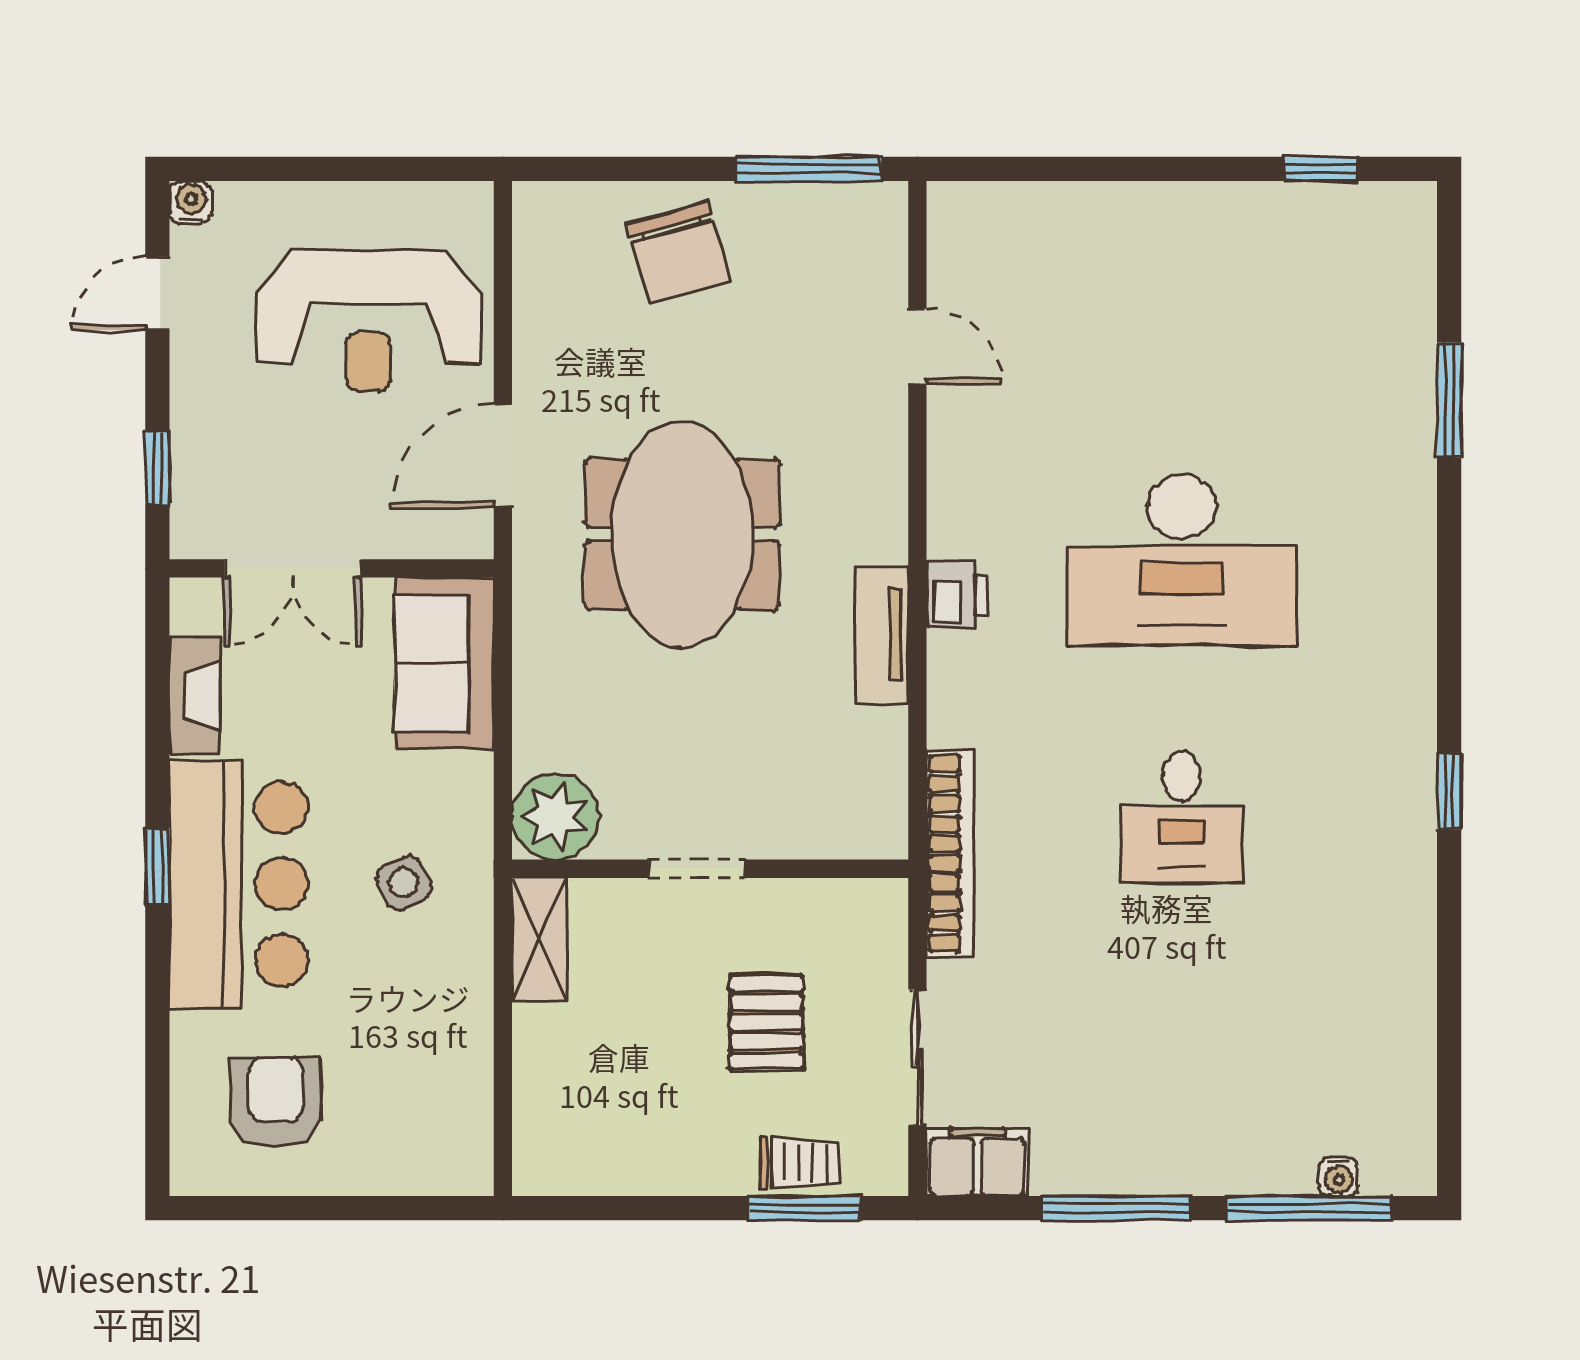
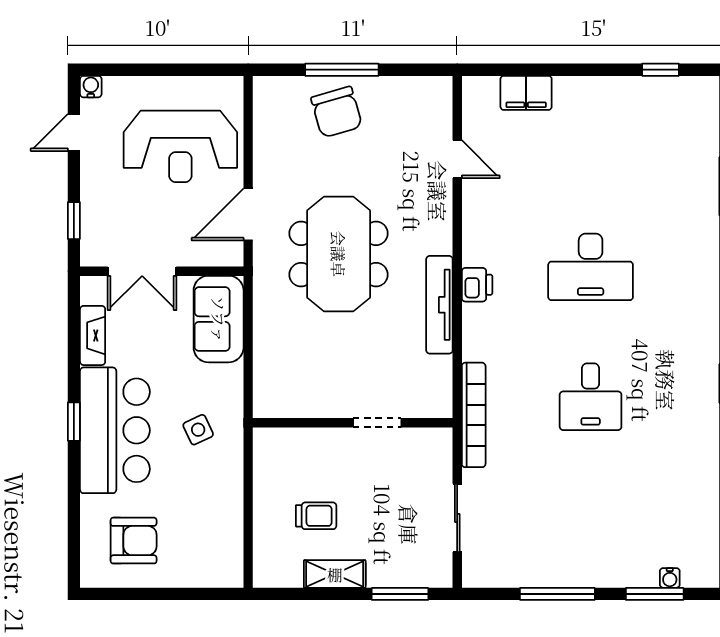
window: (808, 169) -> (342, 70), moved
desk: (1182, 560) -> (591, 267), width x0.73, depth x0.77
tv unit: (882, 635) -> (439, 305), width x1.41
plant: (555, 816) -> (275, 396), removed
doorway: (697, 869) -> (377, 423), moved
shelving: (539, 939) -> (335, 574), moved, turned 90
pallet: (766, 1022) -> (381, 500), removed
armchair: (276, 1102) -> (134, 541), turned 90
filing cabinet: (977, 1162) -> (526, 93), moved, turned 180
trolley: (800, 1163) -> (316, 516), moved
window: (1309, 1208) -> (655, 594), width x0.69

